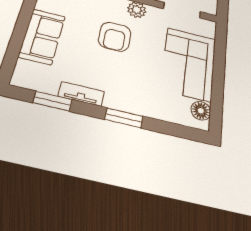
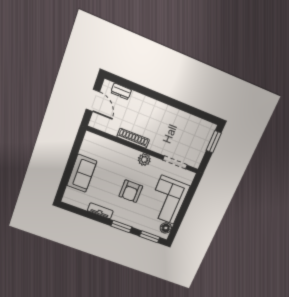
armchair: (115, 37) -> (131, 191), moved
window: (53, 101) -> (150, 237), moved

